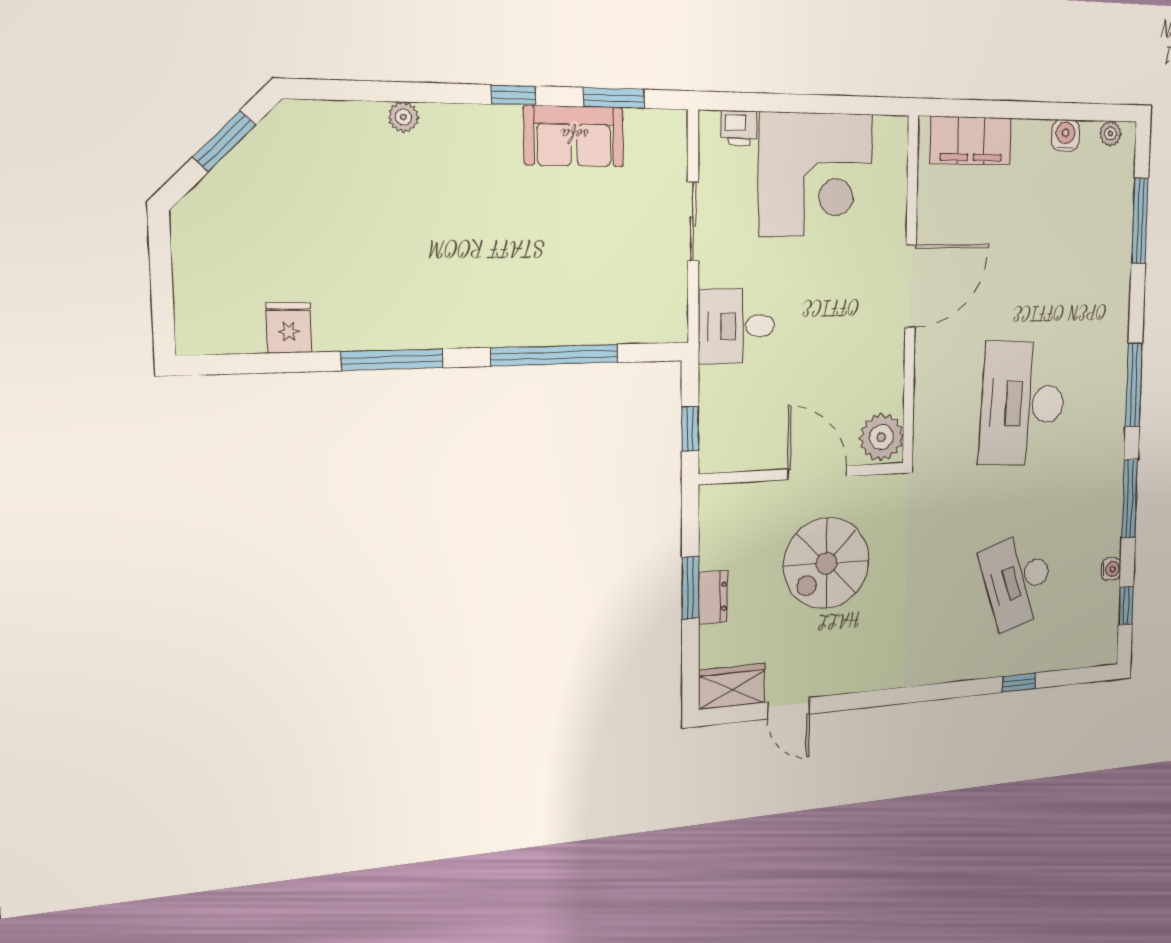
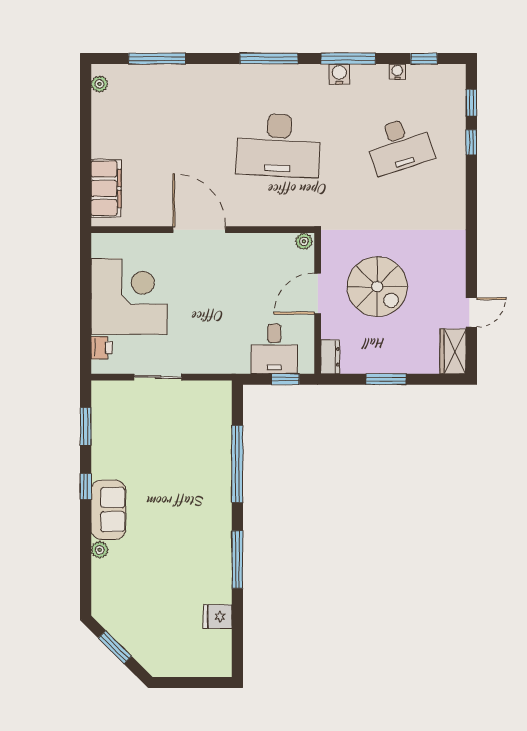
water cooler: (1066, 135) -> (339, 74), moved, turned 90
sofa: (574, 136) -> (108, 510), moved
desk: (737, 326) -> (274, 349), moved
plant: (882, 437) -> (304, 241), width x0.53, depth x0.53
dresser: (713, 597) -> (330, 357), moved, turned 90
window: (1069, 677) -> (471, 103), added

